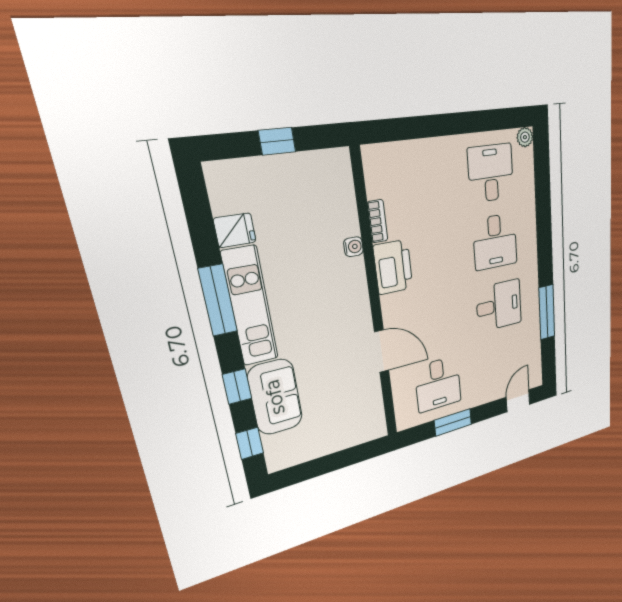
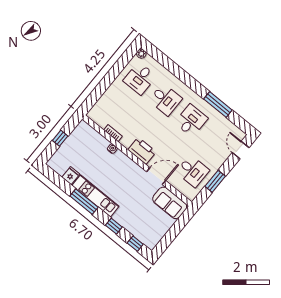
desk: (491, 173) -> (140, 78), turned -90
printer: (393, 267) -> (142, 151), moved
sofa: (275, 397) -> (170, 203), moved, turned 180

